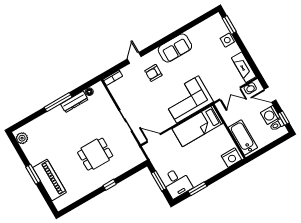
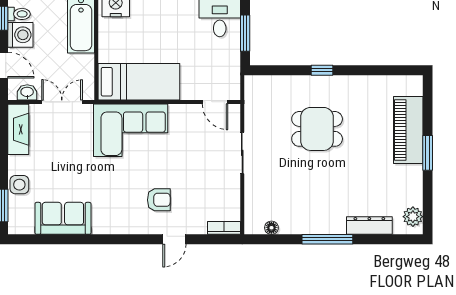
sofa: (175, 48) -> (63, 218), moved
dresser: (74, 102) -> (369, 226), moved

